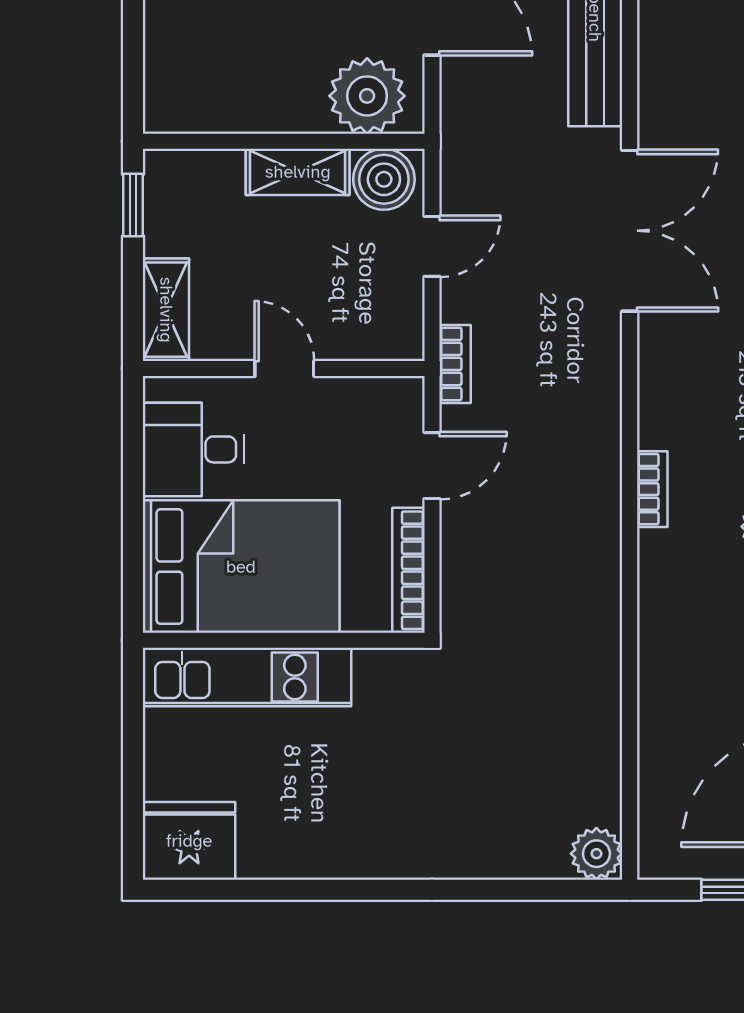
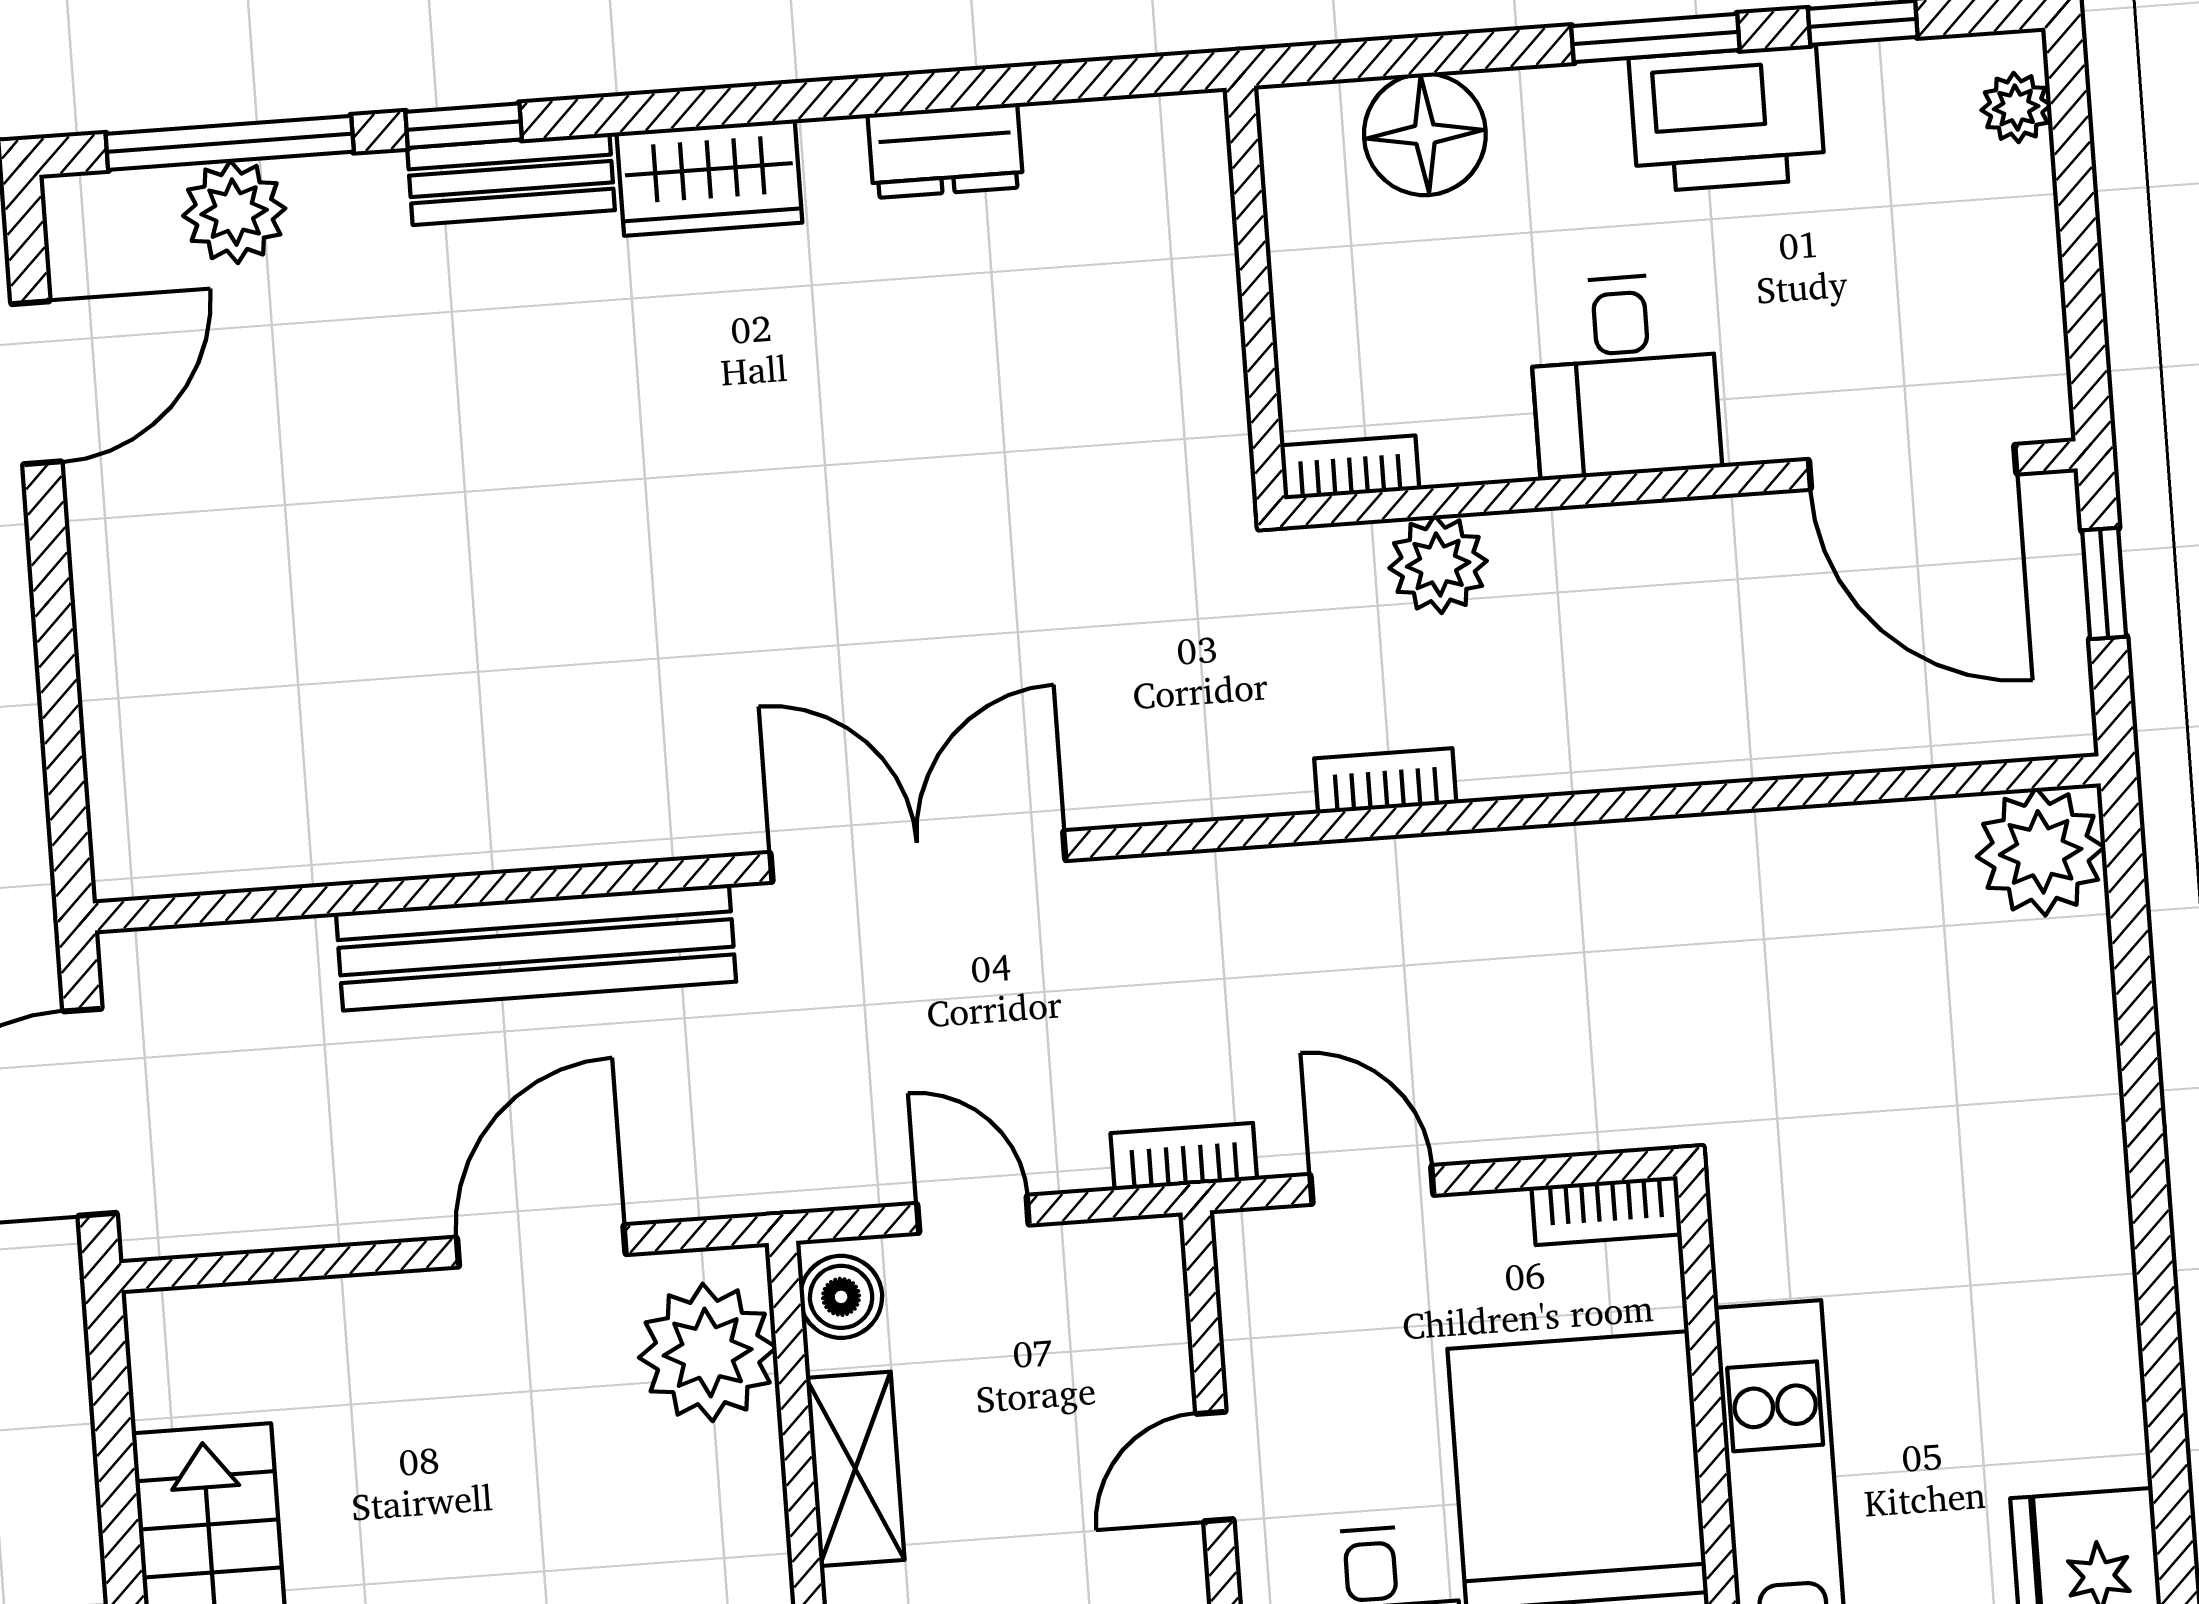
boiler: (384, 179) -> (841, 1297), width x0.73, depth x0.73
bookcase: (409, 570) -> (1607, 1211), width x0.64
plant: (596, 854) -> (2041, 852), width x1.36, depth x1.36

